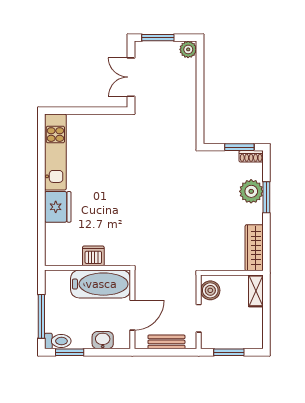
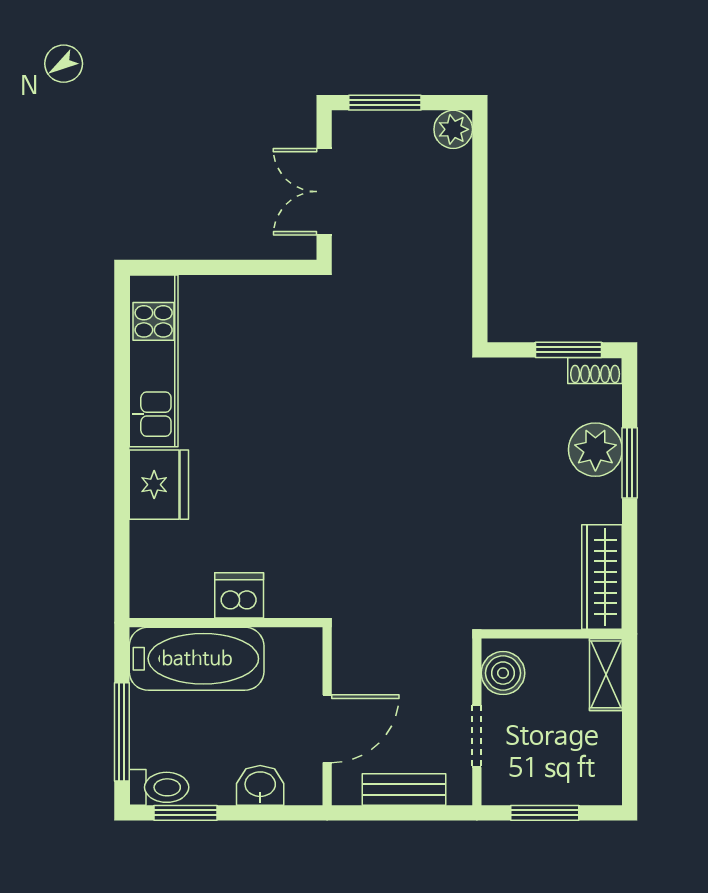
bathtub: (101, 284) -> (197, 659), moved

